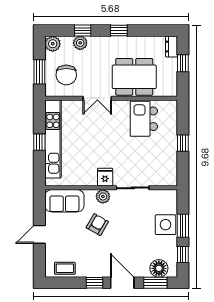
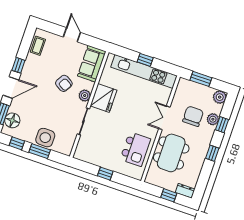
chair: (66, 75) -> (193, 116), moved, turned 90
kitchen island: (144, 119) -> (135, 149), turned 90
fridge: (105, 177) -> (104, 98), width x1.88, depth x1.34

